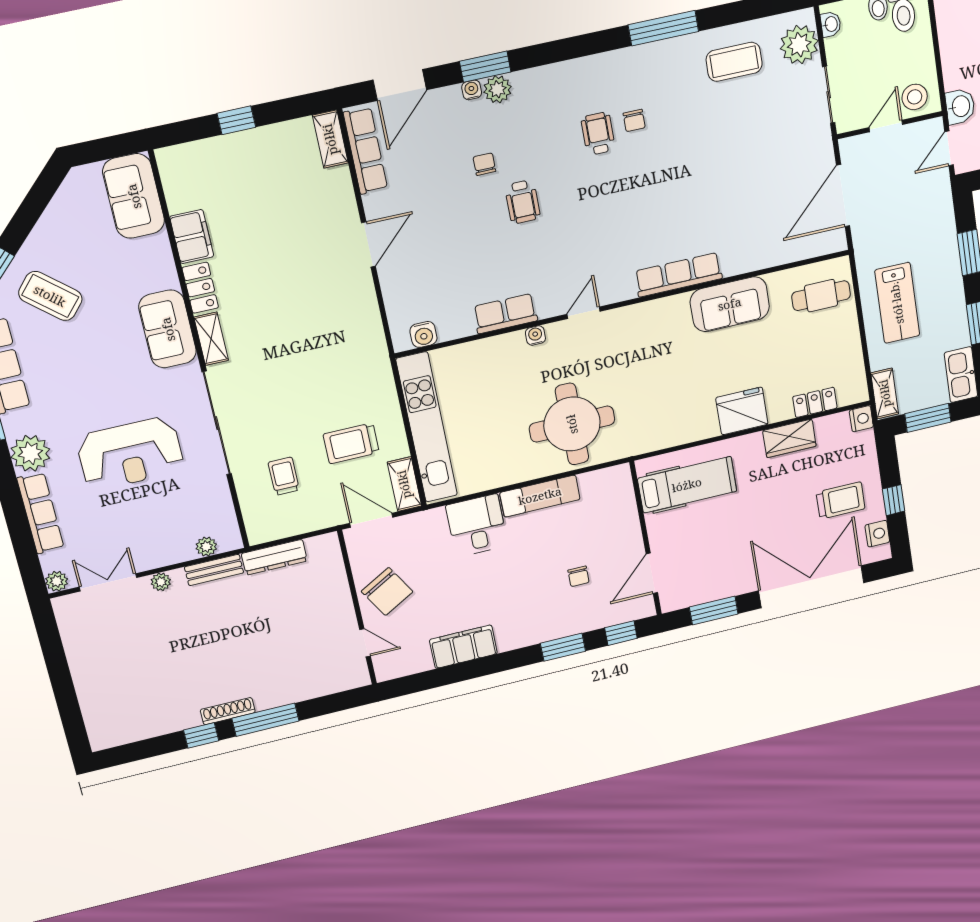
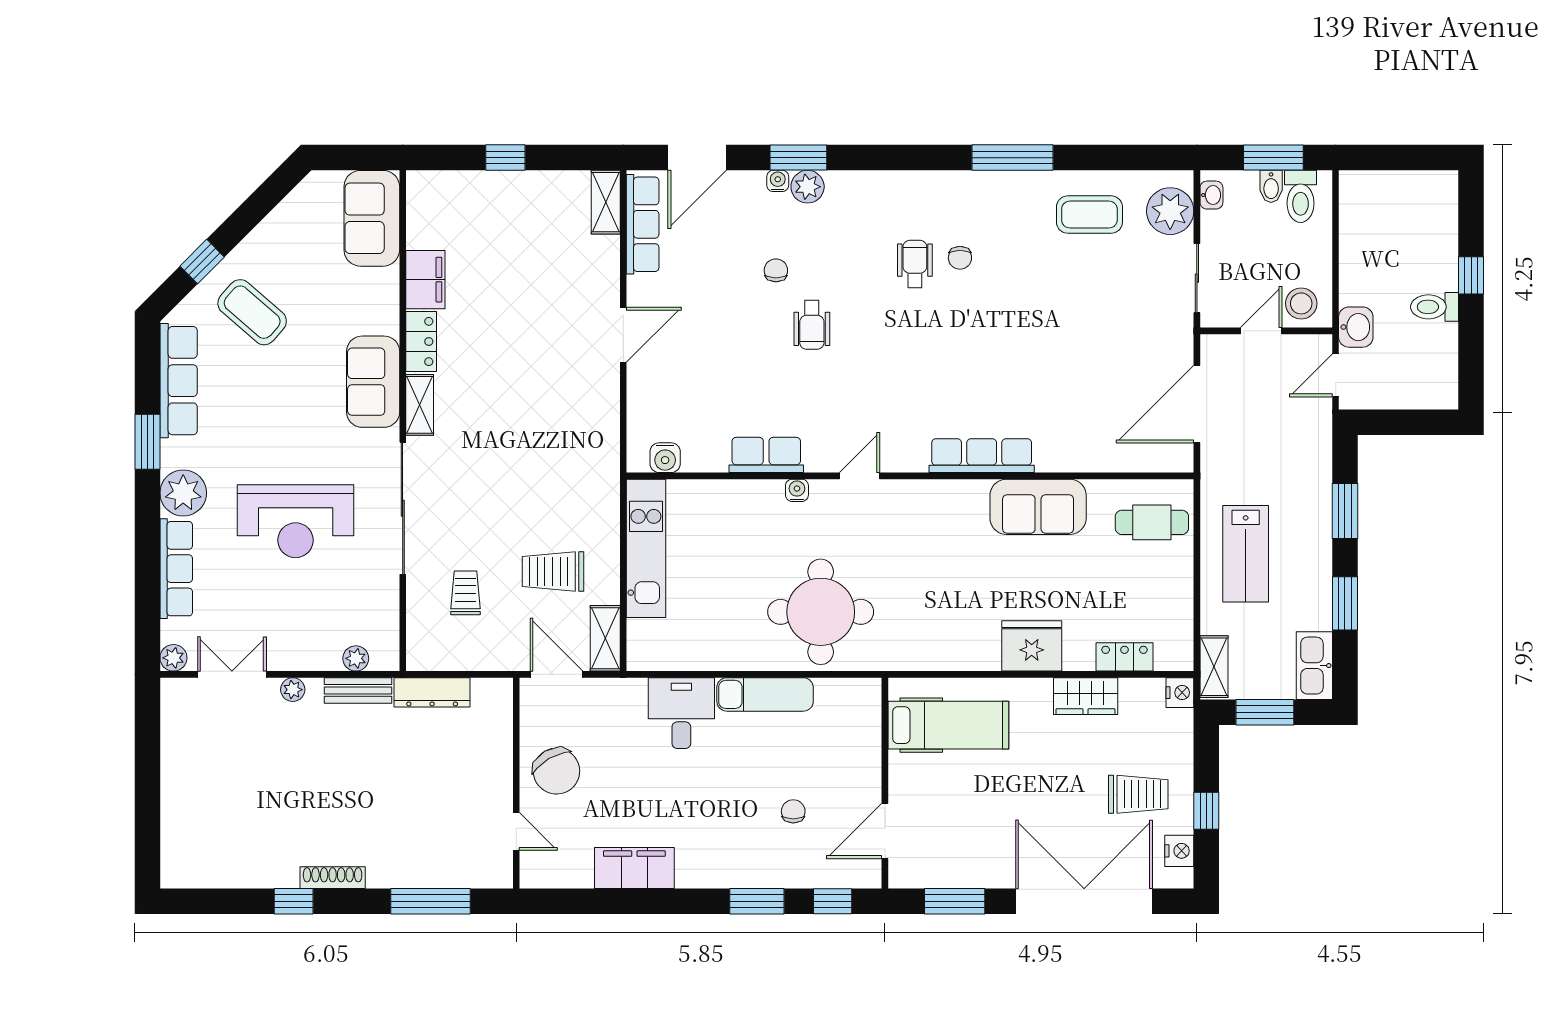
kitchen unit: (427, 427) -> (646, 548), width x0.73
chair: (578, 576) -> (793, 811), turned 180
window: (265, 720) -> (431, 901), moved

